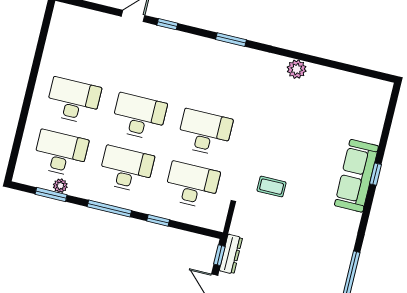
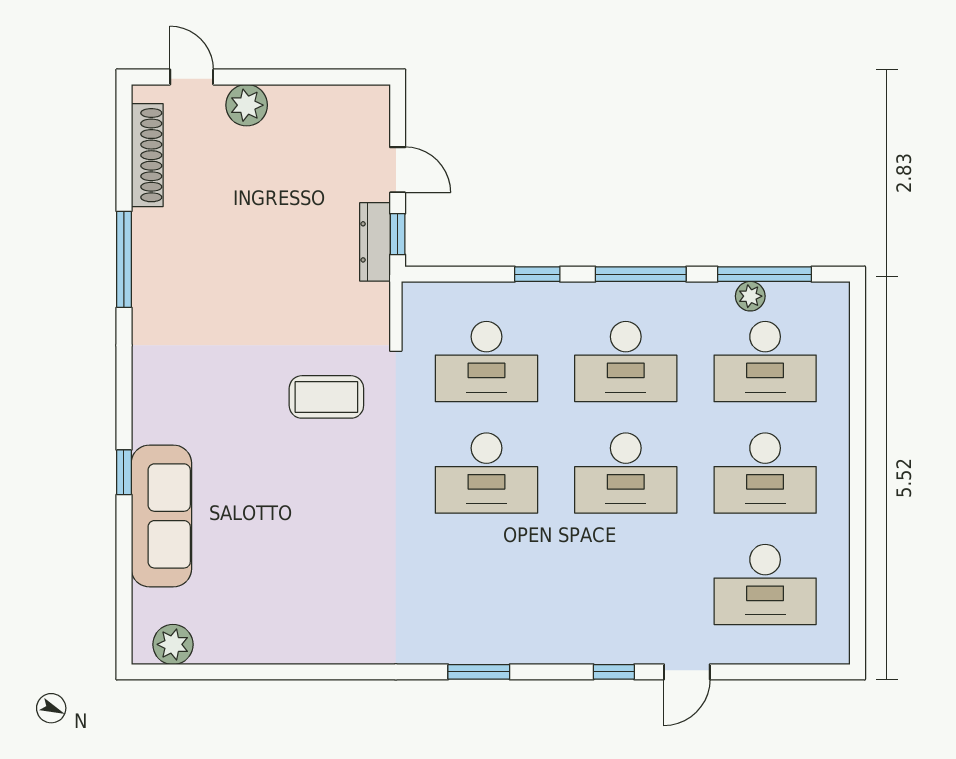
desk: (86, 48) -> (765, 584), added
plant: (297, 69) -> (173, 644), moved
sofa: (356, 176) -> (161, 516), moved
coffee table: (272, 187) -> (326, 397), width x1.36, depth x1.30
window: (51, 194) -> (765, 274), width x1.44

